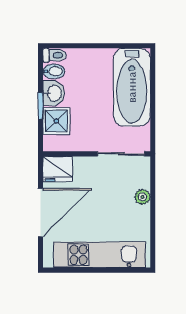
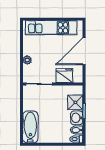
bathtub: (132, 87) -> (30, 127), width x0.73, depth x0.73
fridge: (58, 169) -> (64, 76), moved

